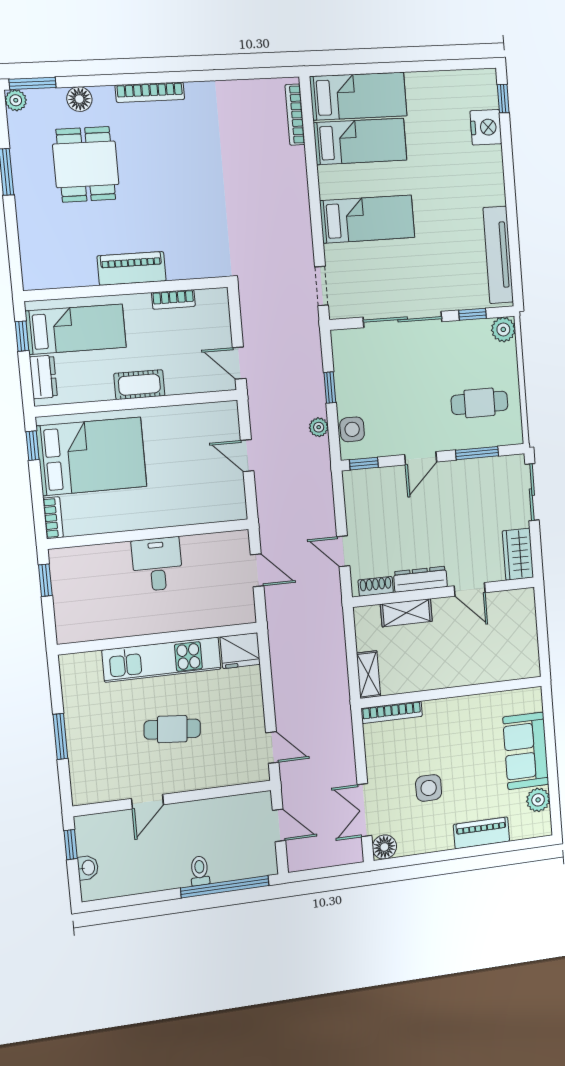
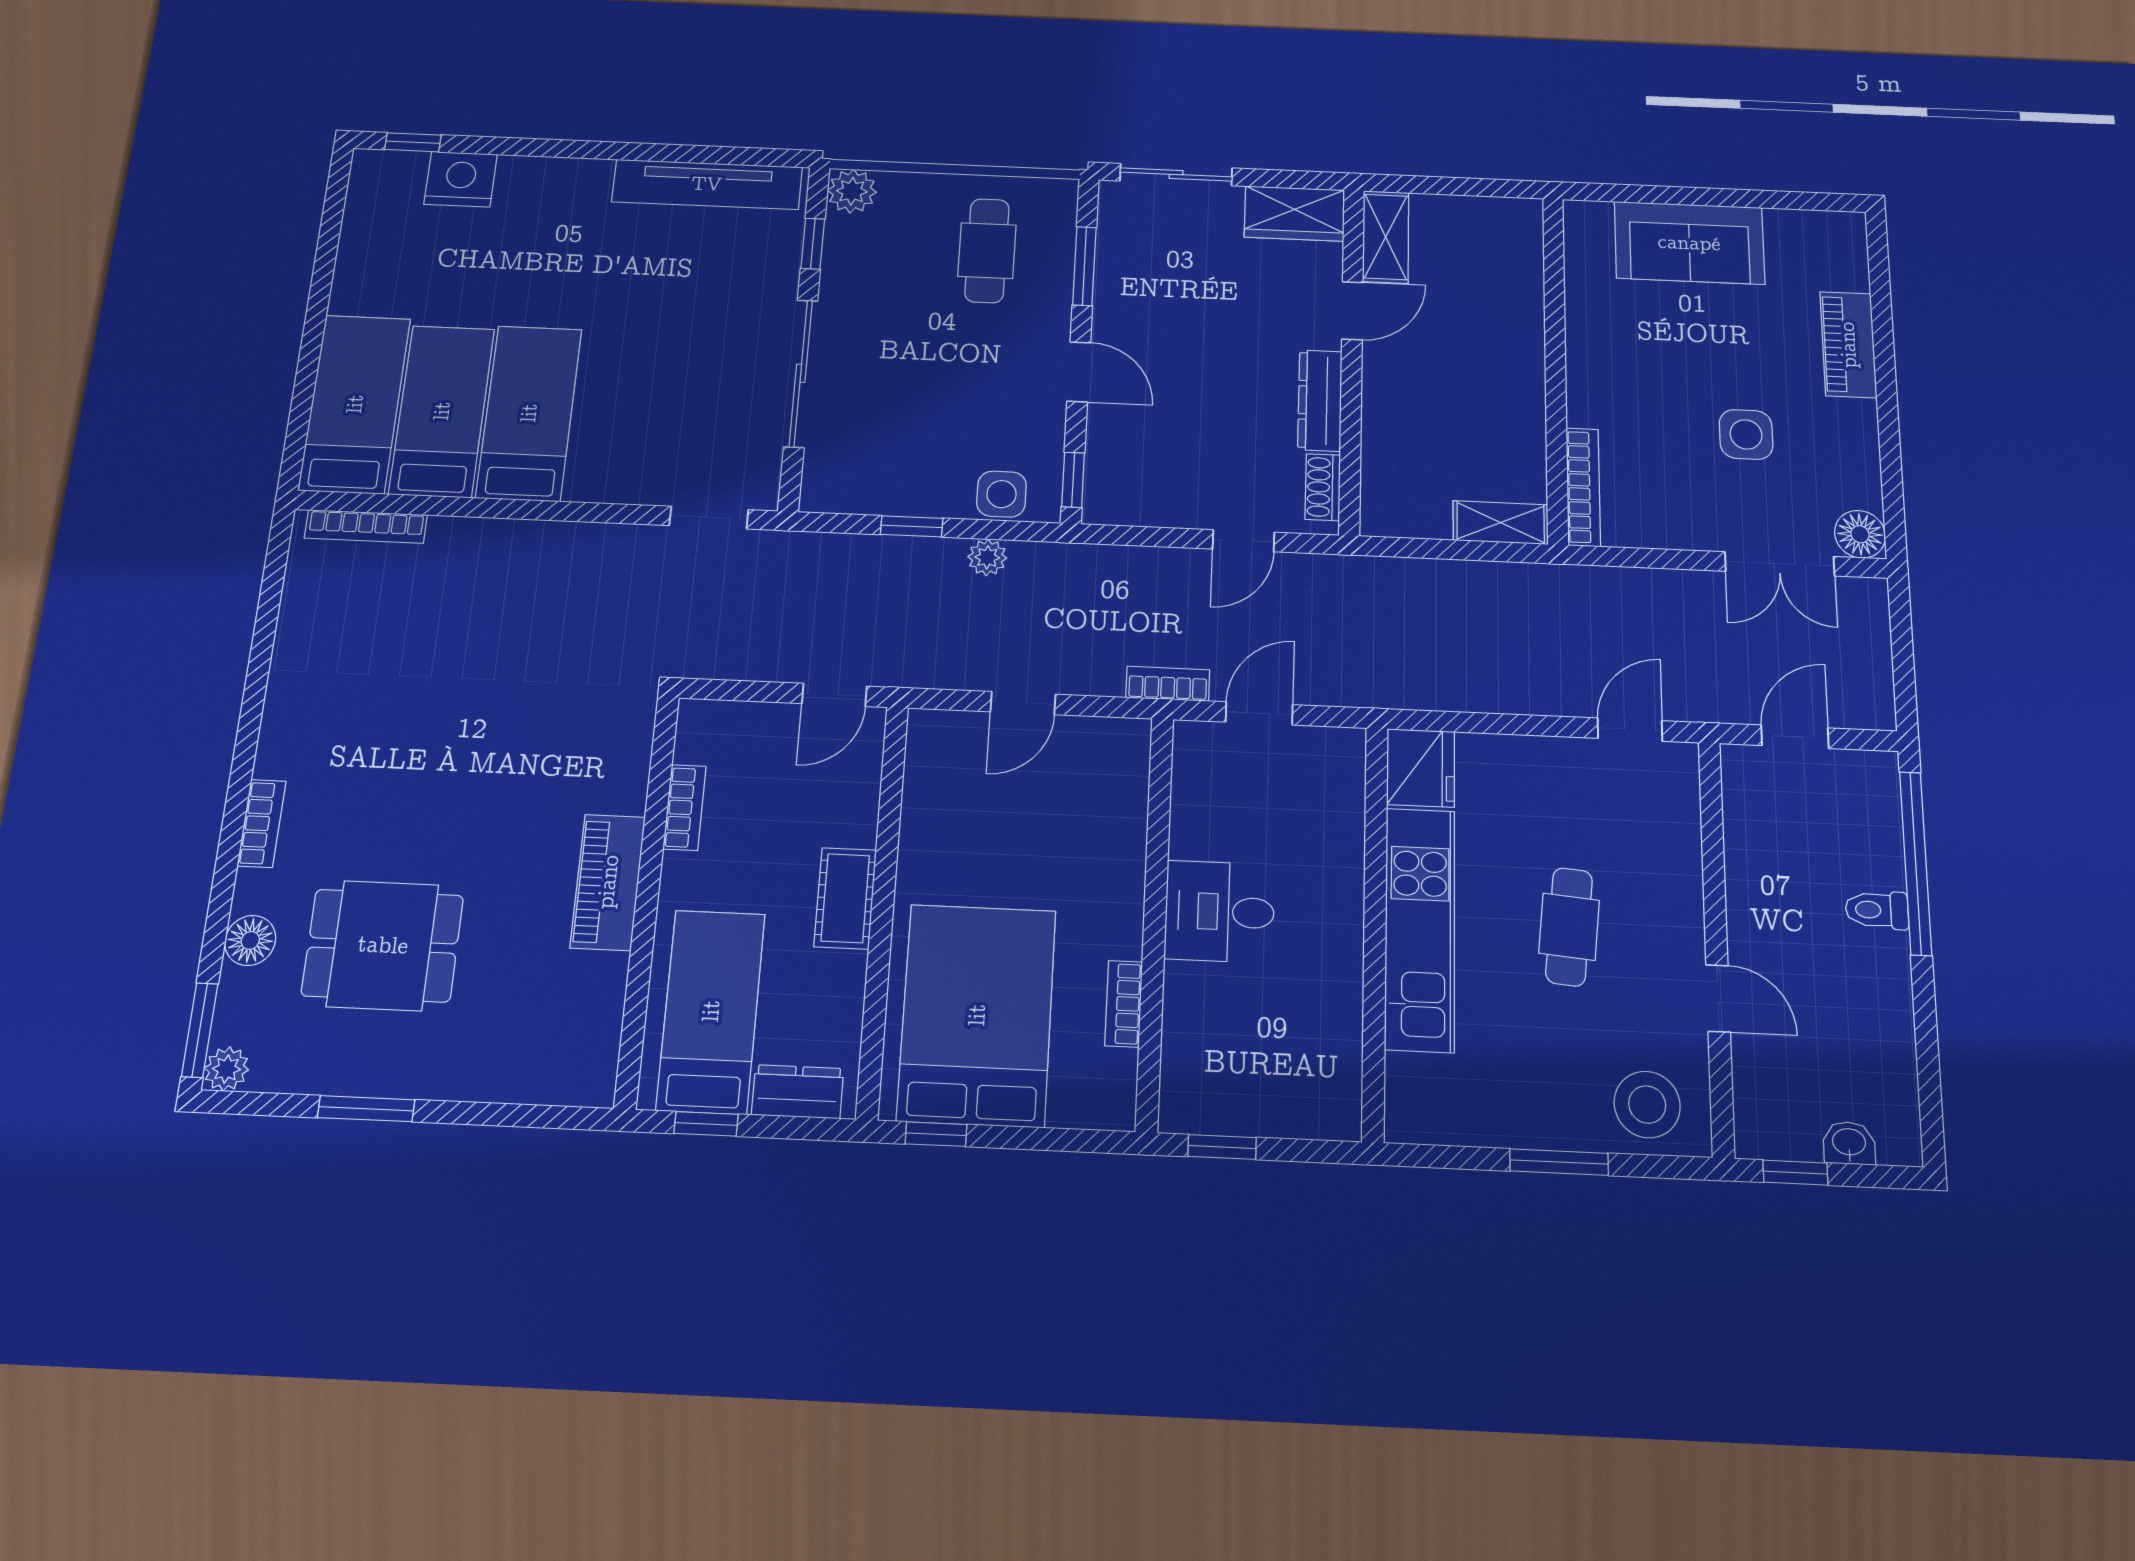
bookcase: (150, 92) -> (262, 823), width x0.64
bed: (367, 219) -> (529, 413), moved
bookcase: (53, 518) -> (1124, 1004), moved, turned -90
bookcase: (266, 524) -> (1168, 684), added
shelving: (406, 613) -> (1386, 237), moved
stool: (93, 774) -> (1647, 1105), added
plant: (538, 800) -> (1791, 231), removed

